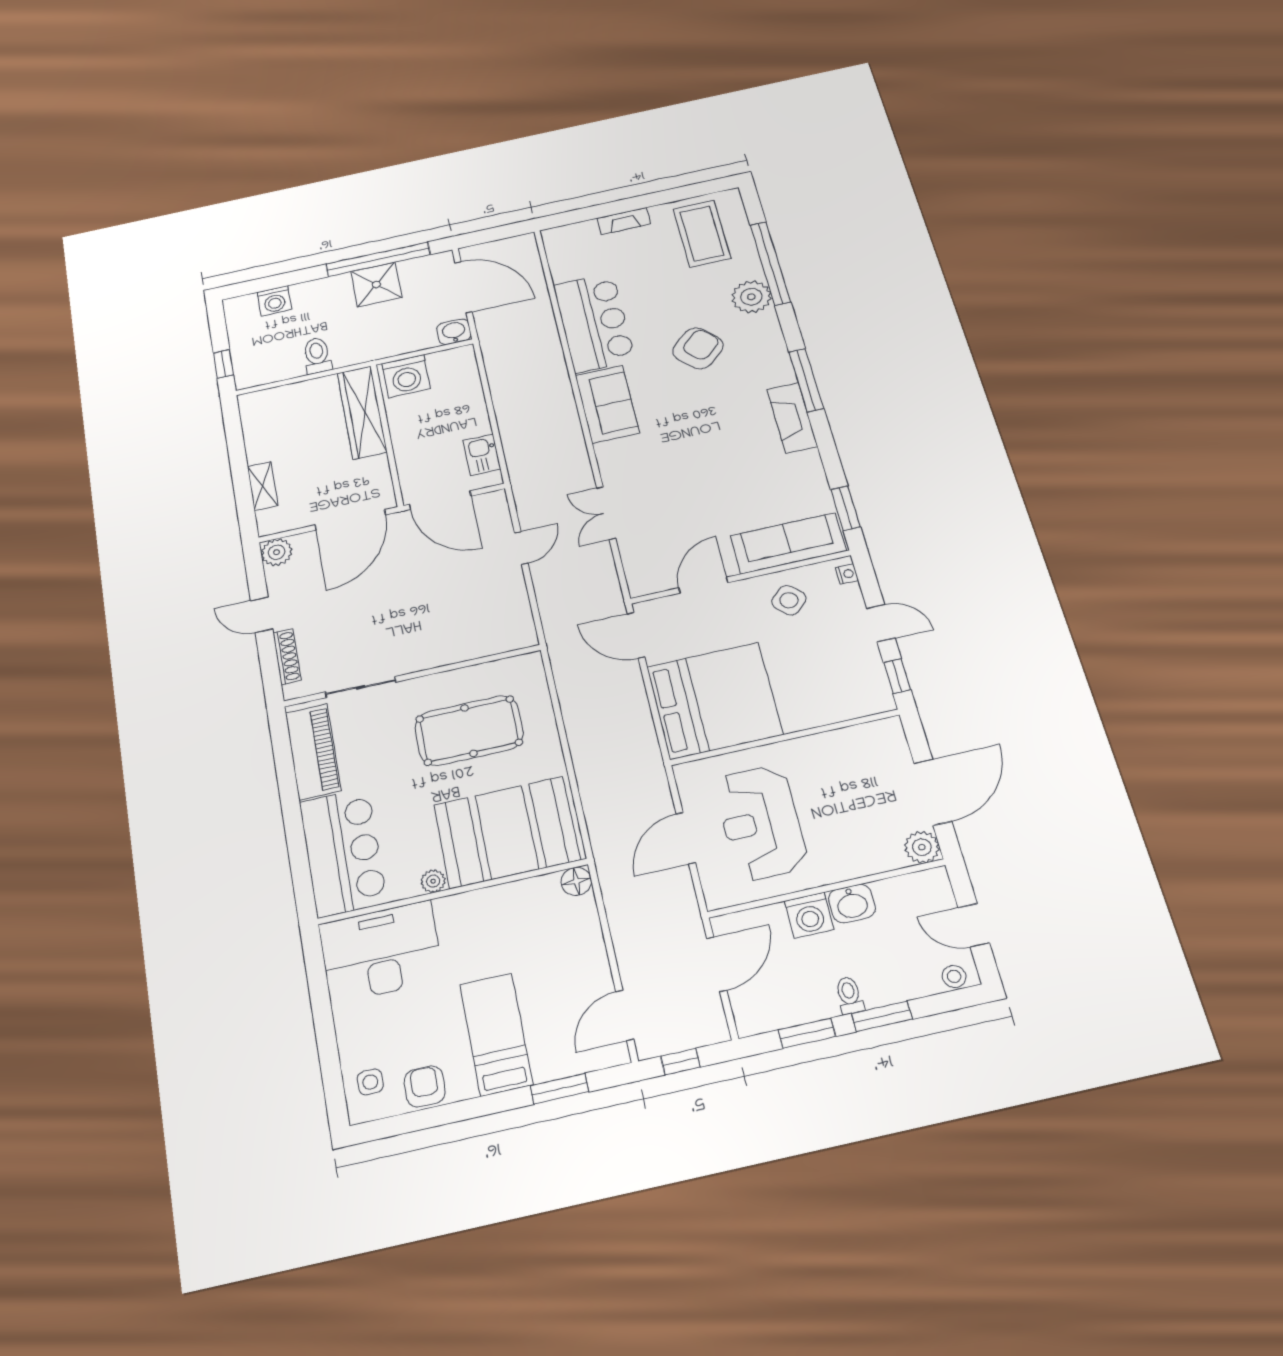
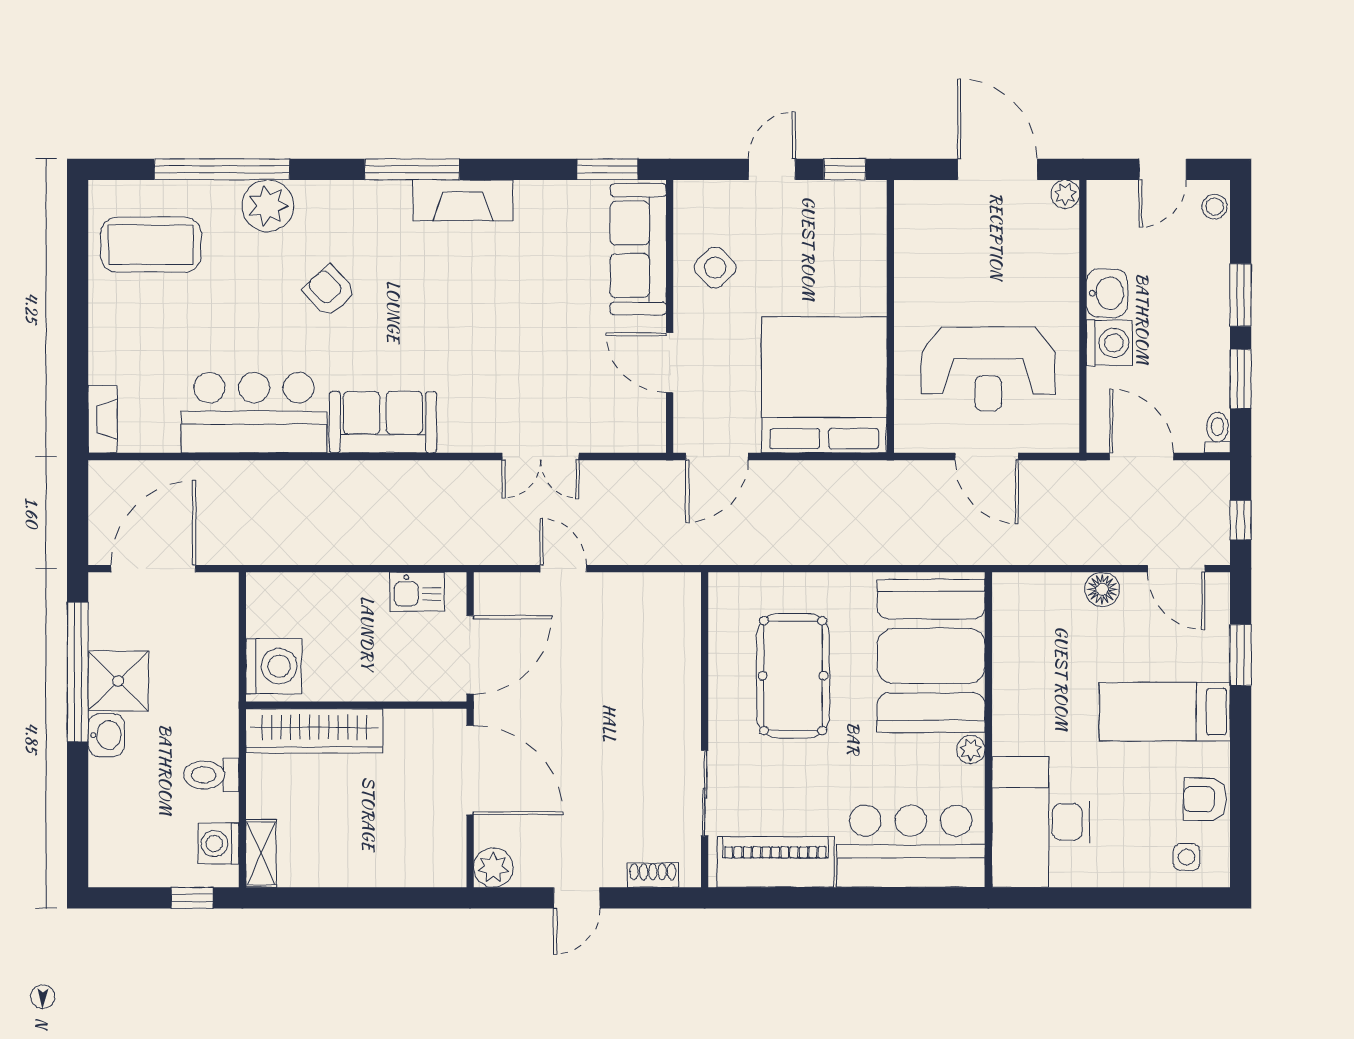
fireplace: (624, 221) -> (103, 419), moved
washing machine: (274, 301) -> (218, 844), moved, turned 180
washbasin: (454, 332) -> (106, 735), moved, turned 180
armchair: (698, 348) -> (329, 291), width x0.72, depth x0.72
shelving: (263, 486) -> (261, 853), moved, turned 90
nightstand: (847, 574) -> (697, 191), removed
shoe rack: (287, 657) -> (653, 875), width x0.70
plant: (922, 847) -> (1065, 194), width x0.73, depth x0.73
floor lamp: (576, 881) -> (1102, 589), moved
toilet: (849, 995) -> (1217, 432), moved, turned 90

